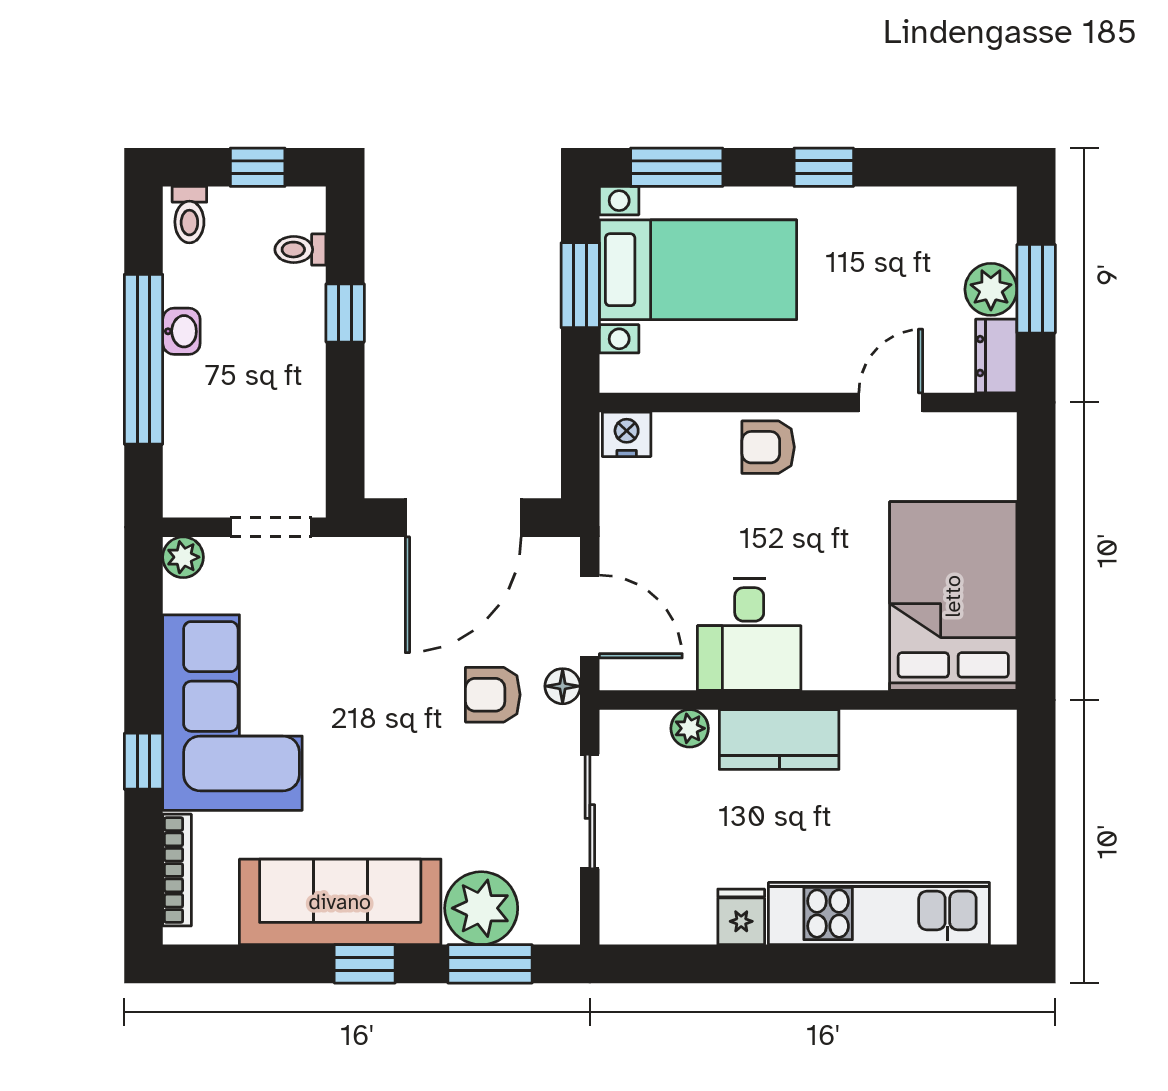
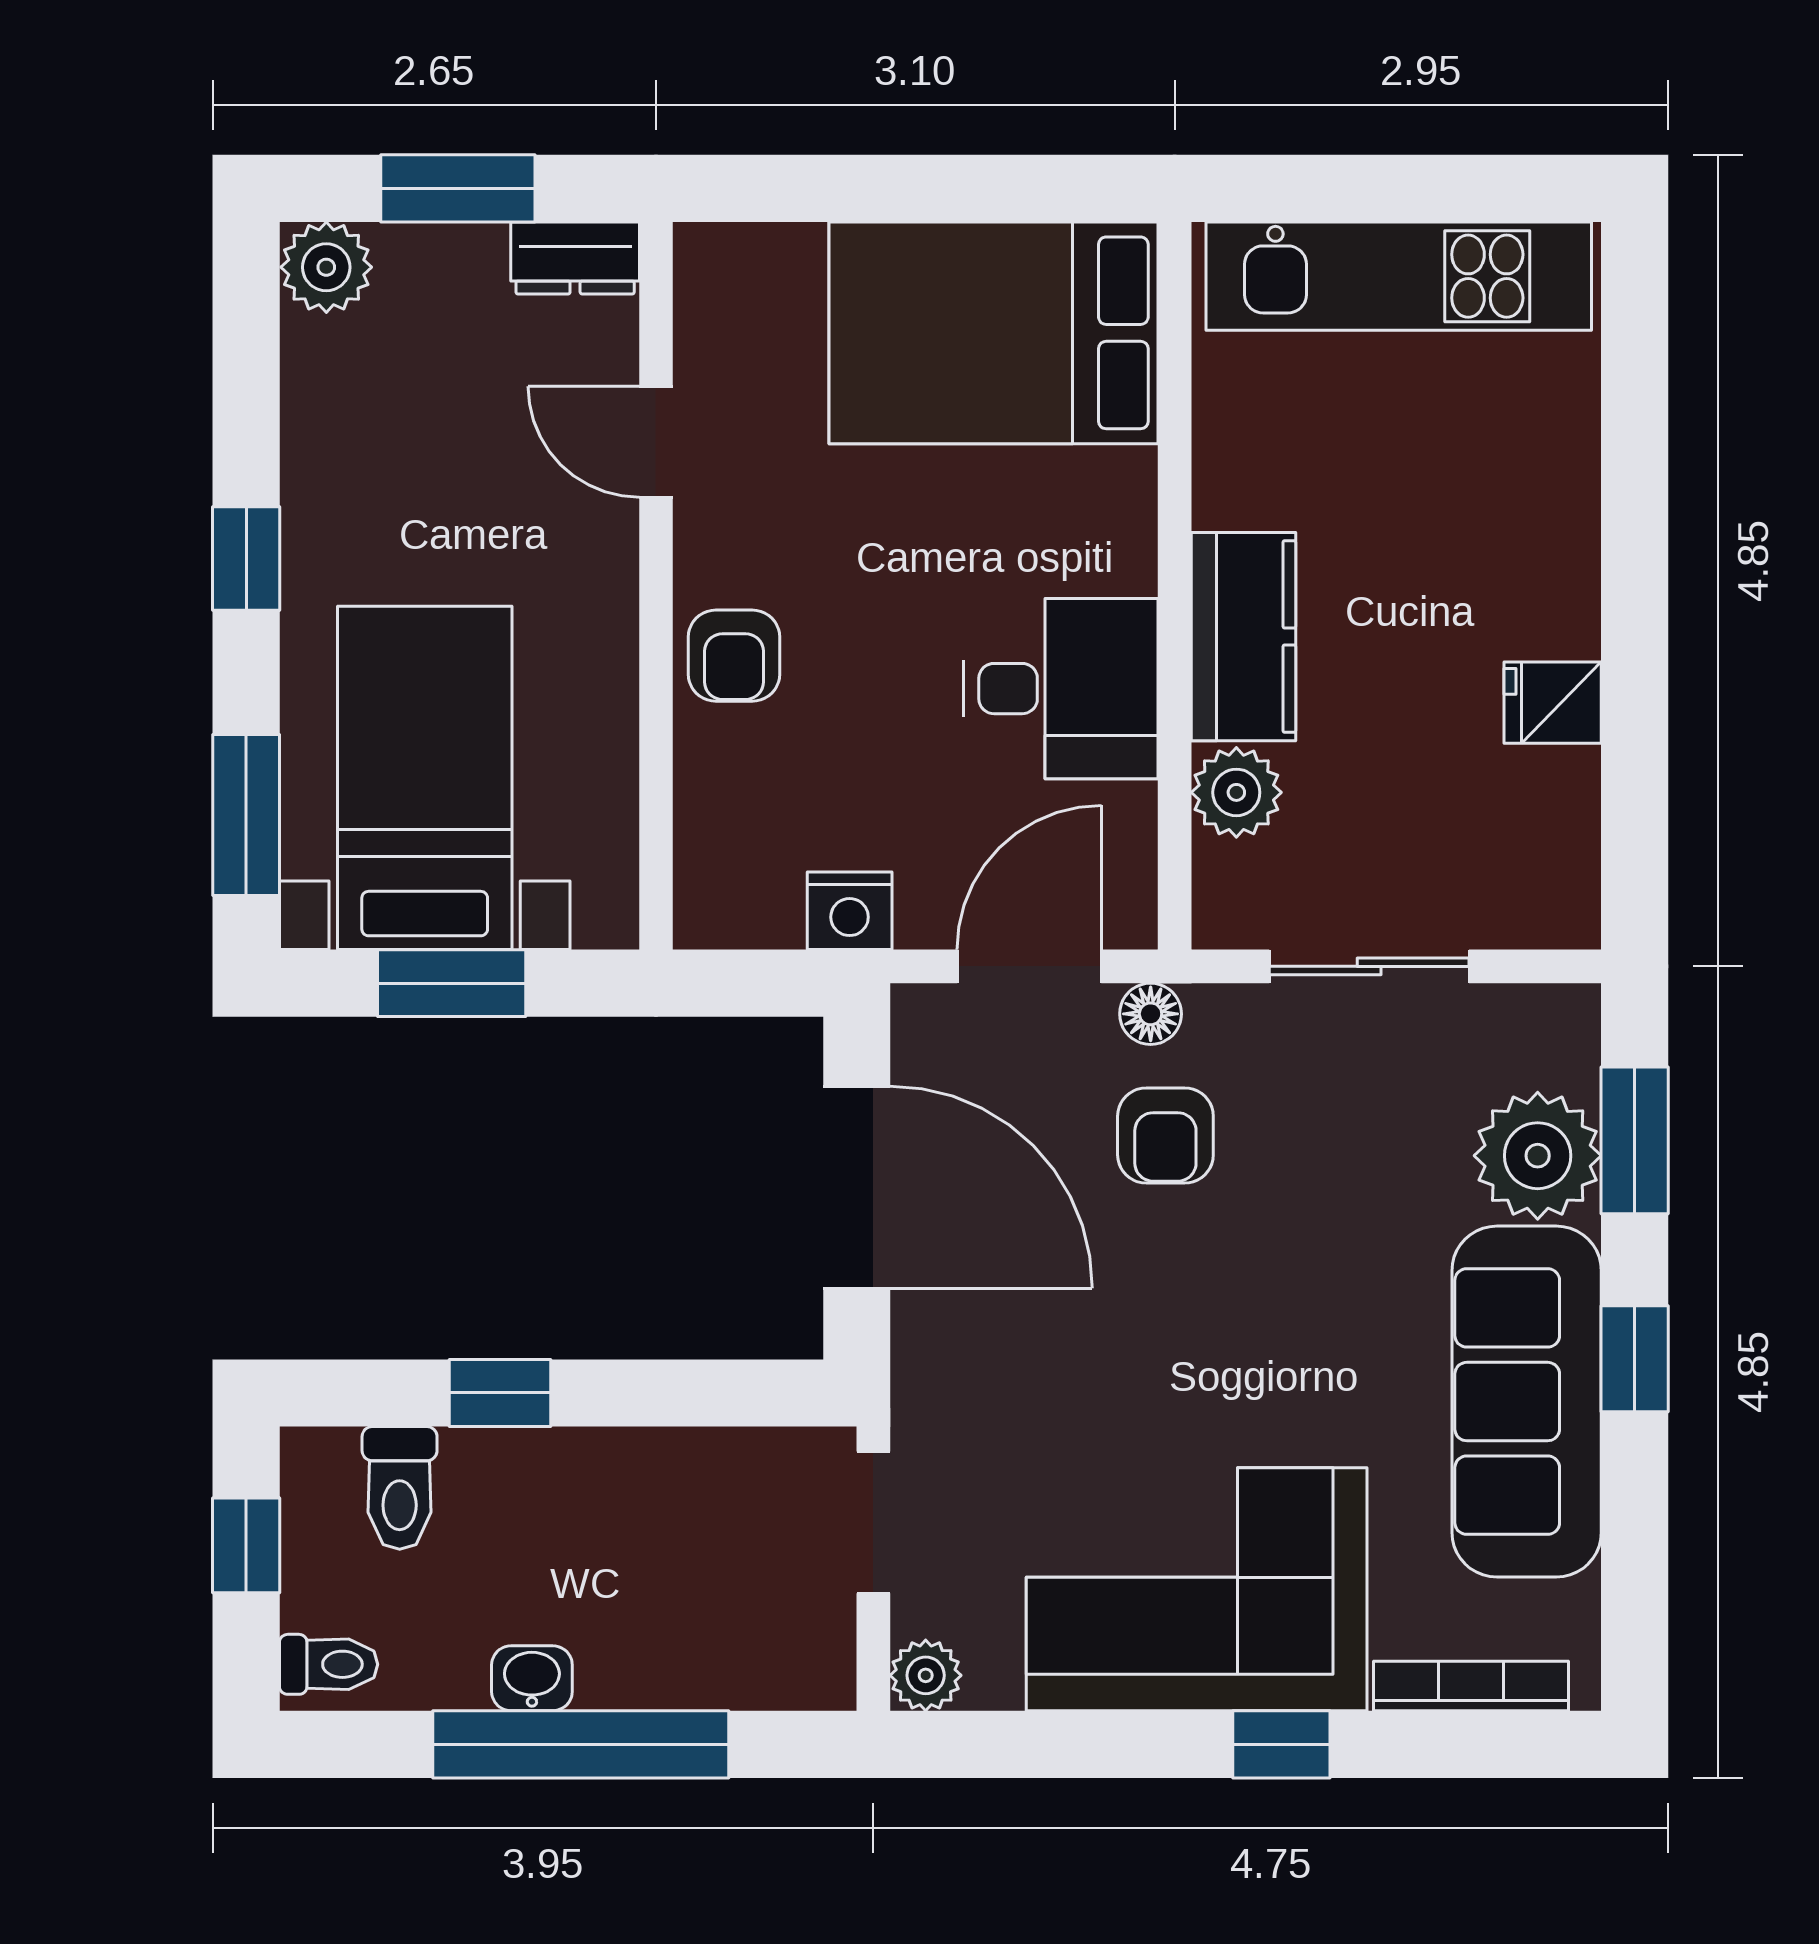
toilet: (300, 250) -> (400, 1488), width x1.37, depth x1.39
plant: (991, 289) -> (326, 267), moved
nightstand: (627, 434) -> (850, 911), moved, turned -90
plant: (690, 728) -> (1236, 792), width x1.38, depth x1.38
kitchen unit: (879, 914) -> (1399, 276), moved, turned -90

